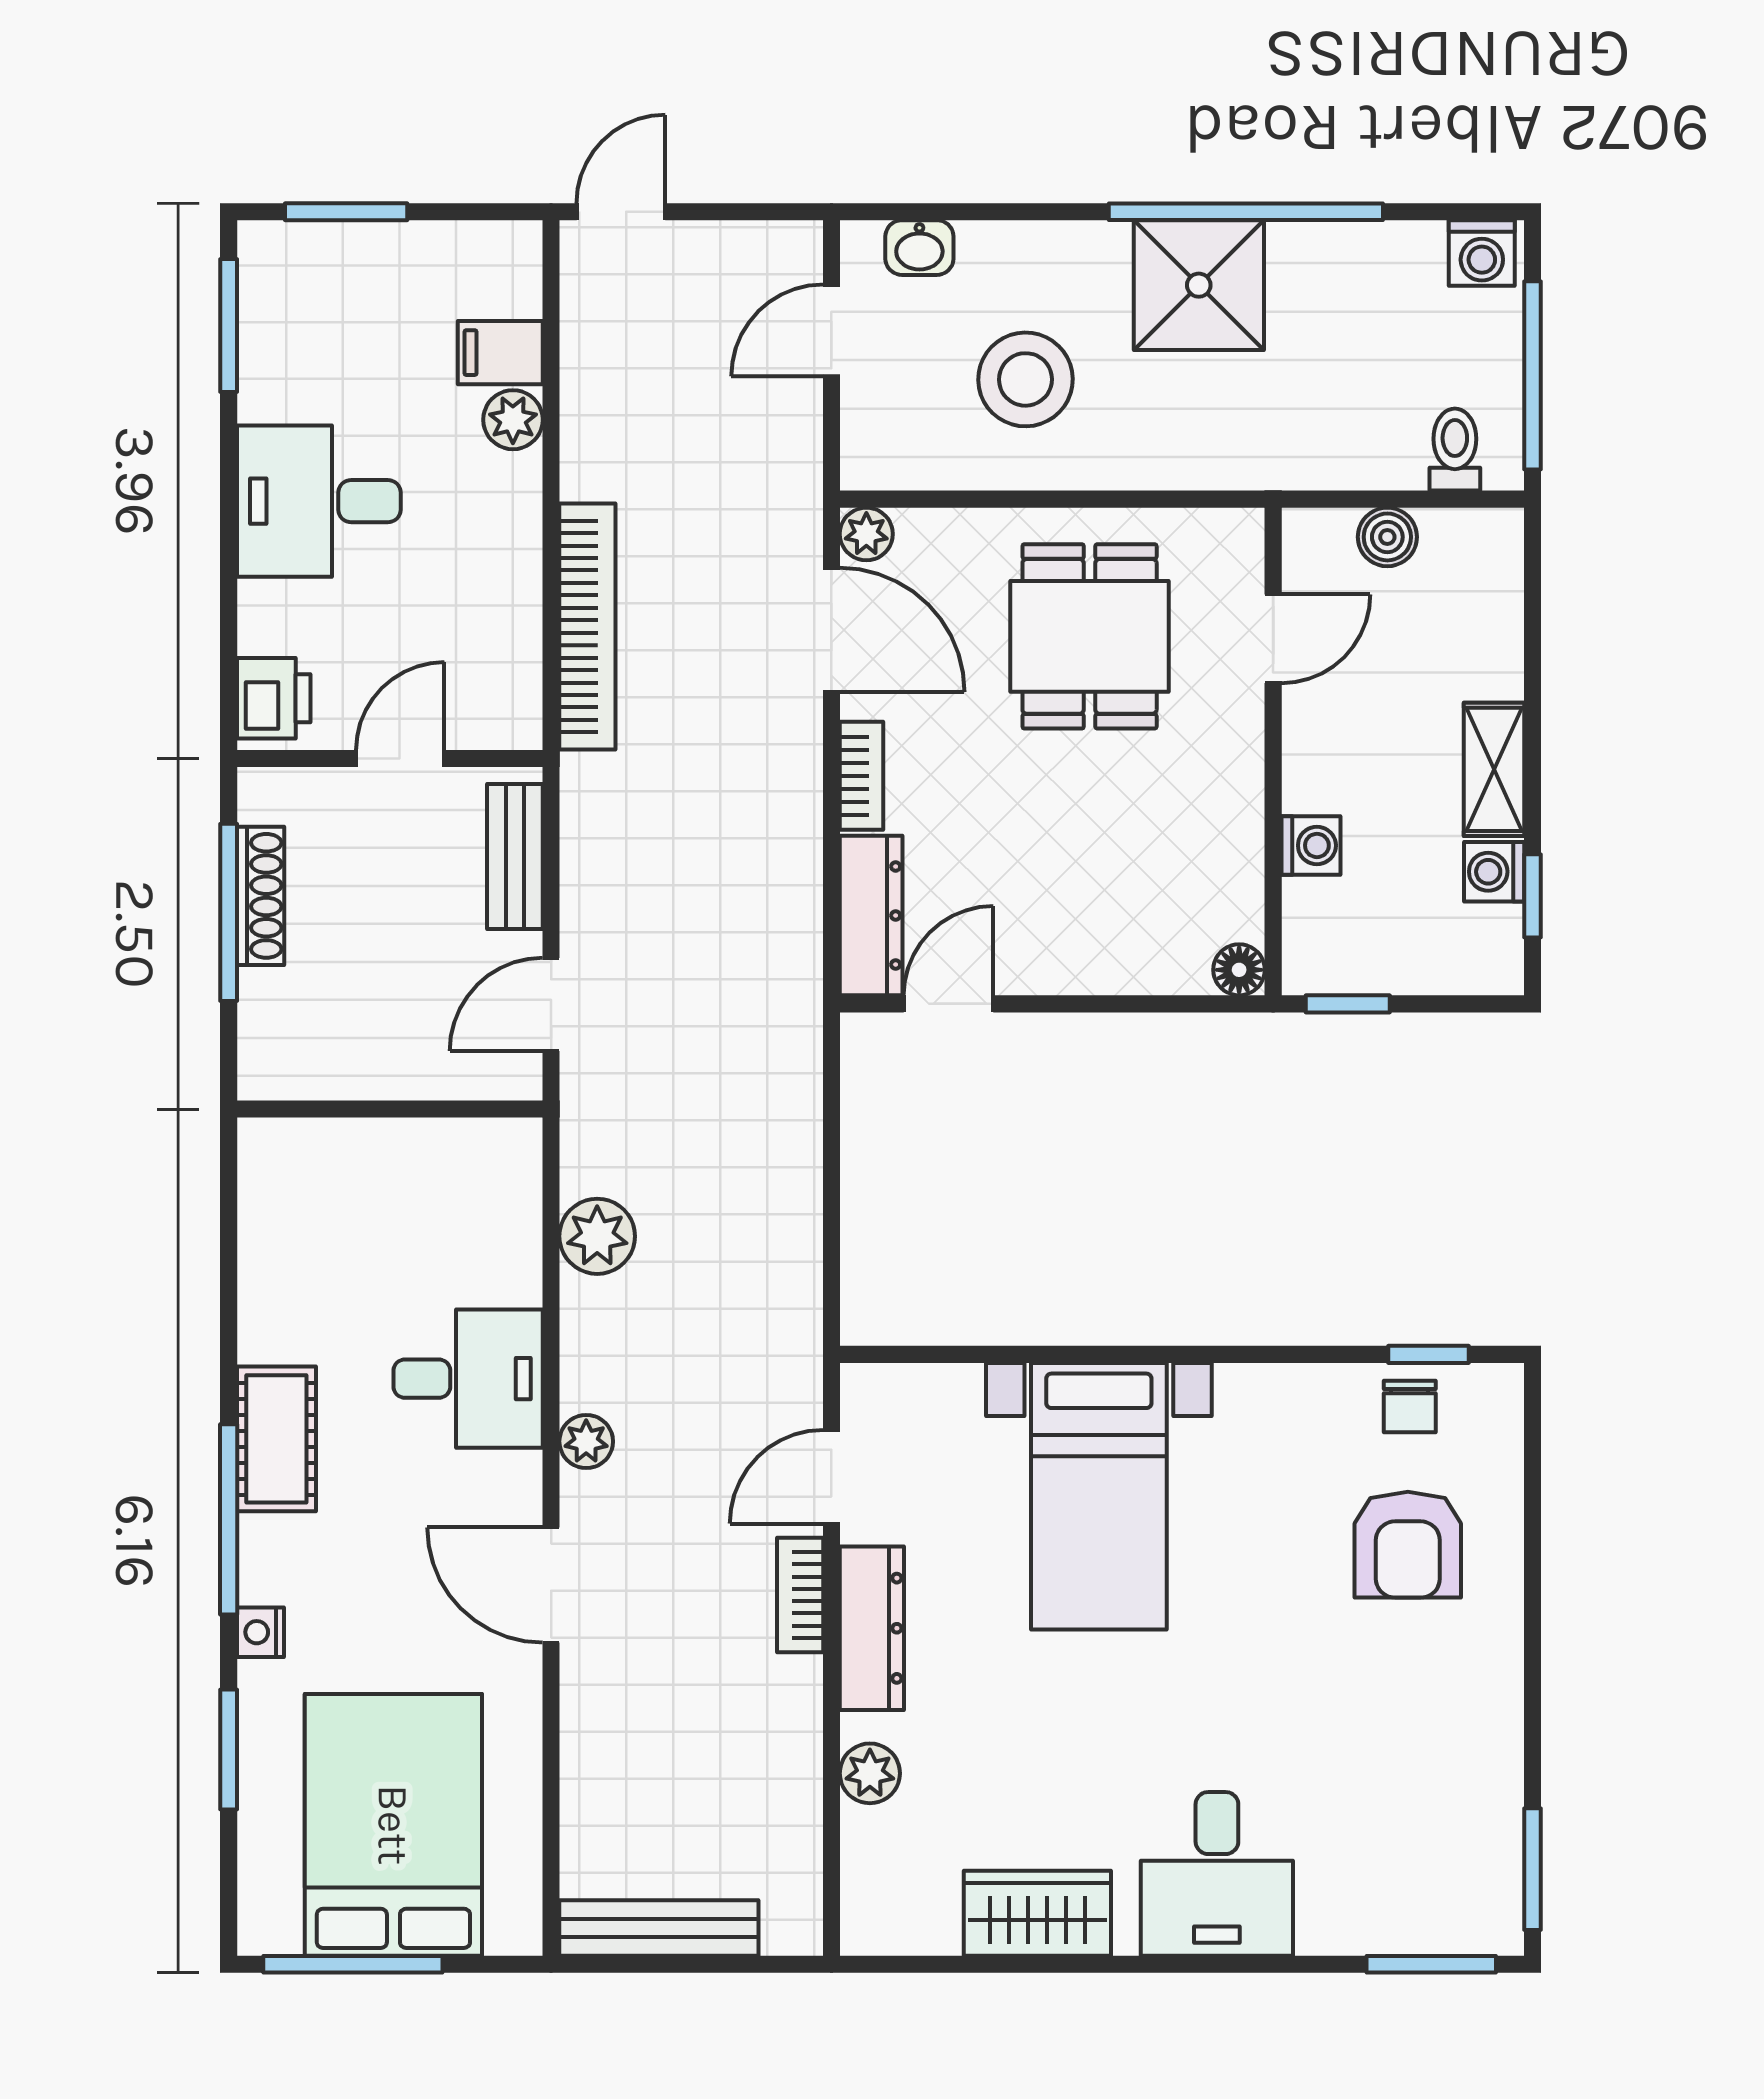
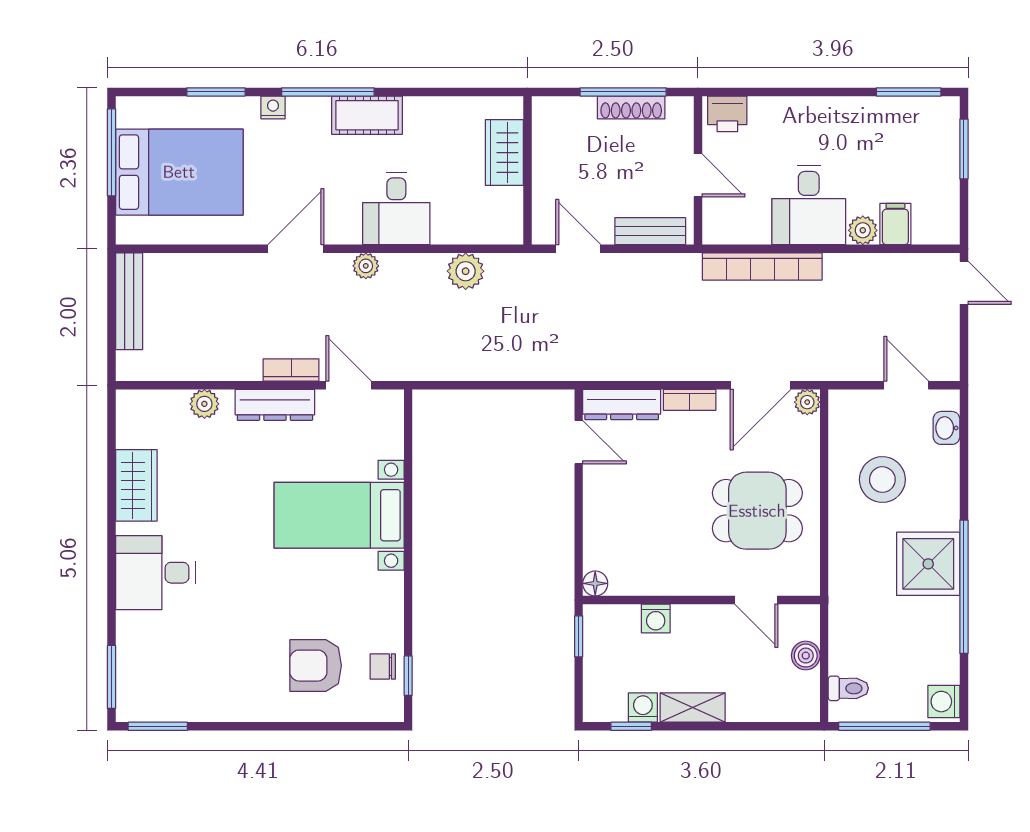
desk: (319, 501) -> (809, 205), moved, turned 180
wardrobe: (353, 1157) -> (504, 153), added

